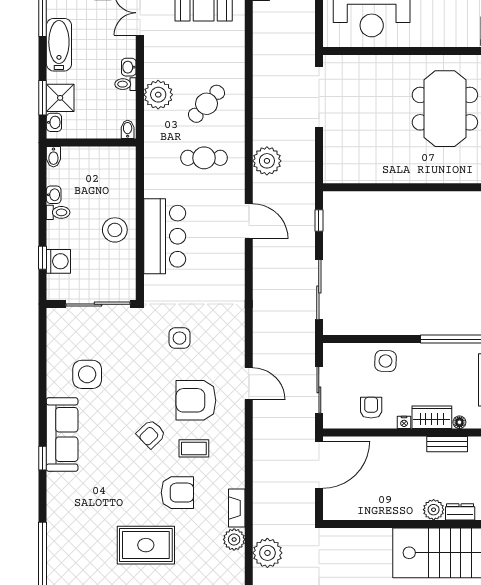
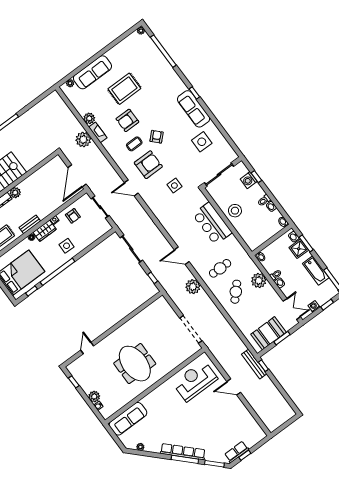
side table: (385, 361) -> (67, 246), moved
plant: (267, 553) -> (83, 140), moved

